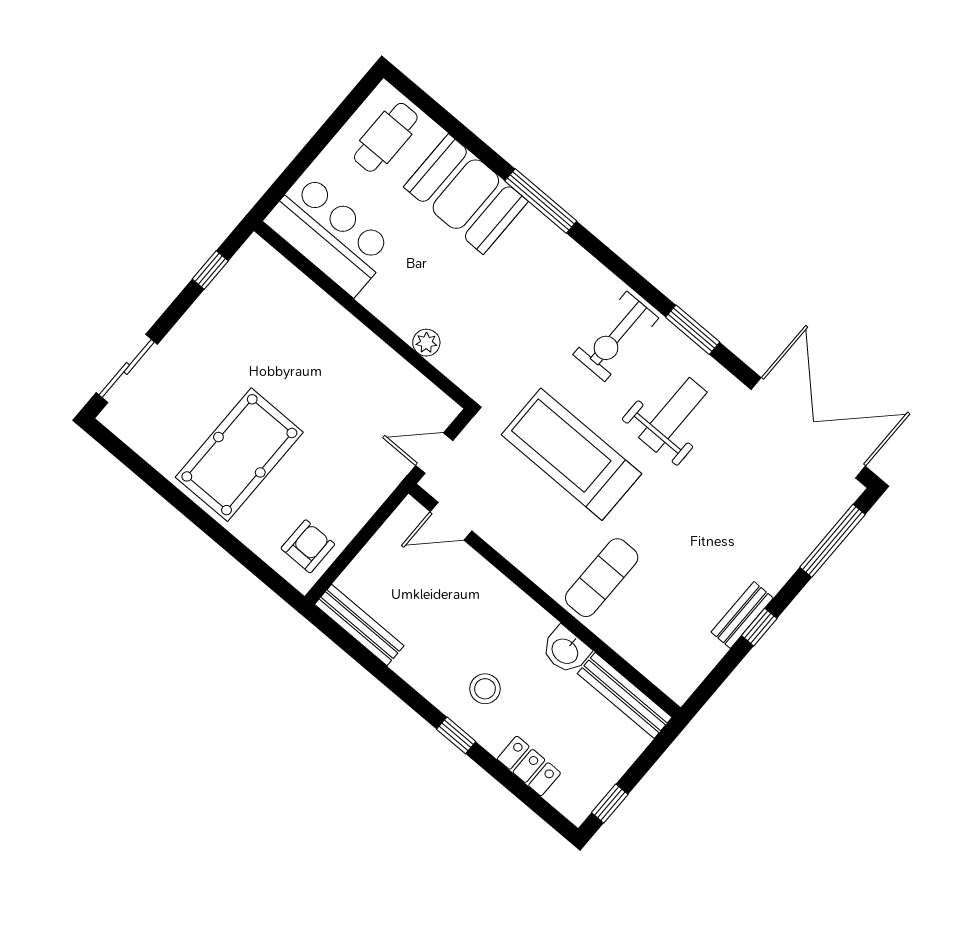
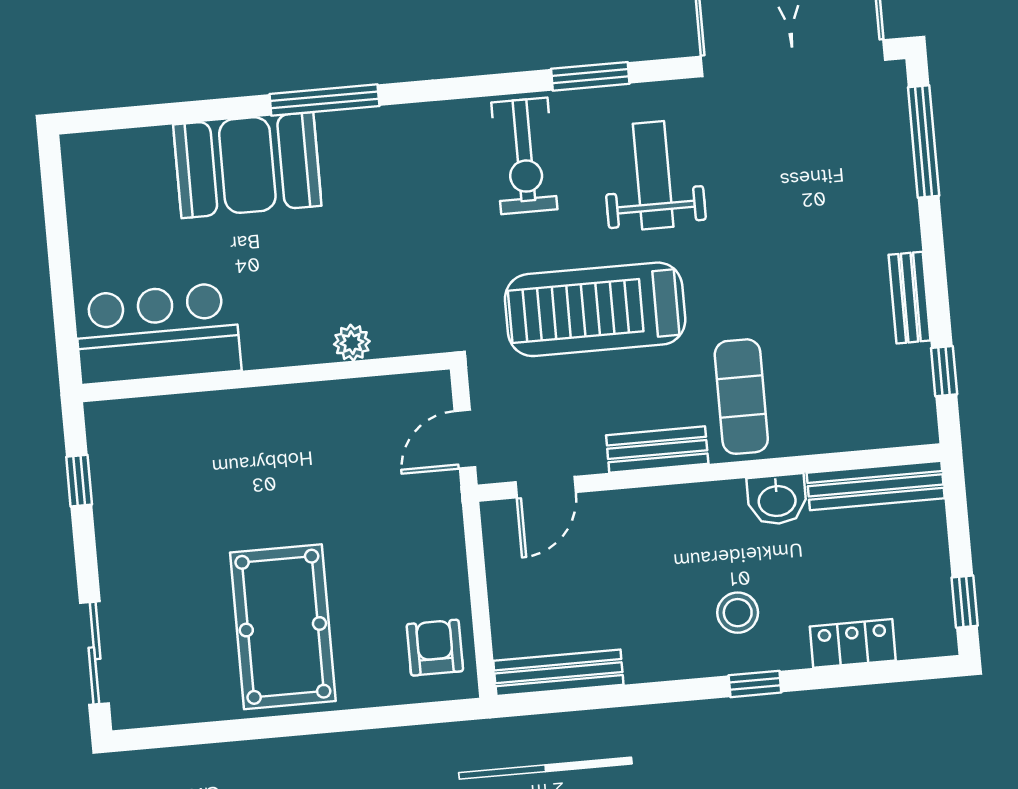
cafe table: (386, 137) -> (118, 188), removed
bench: (529, 561) -> (657, 450), added
window: (759, 627) -> (944, 371), moved

